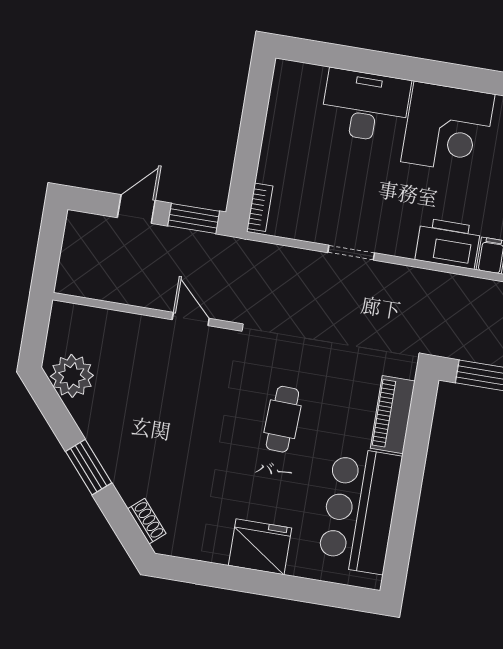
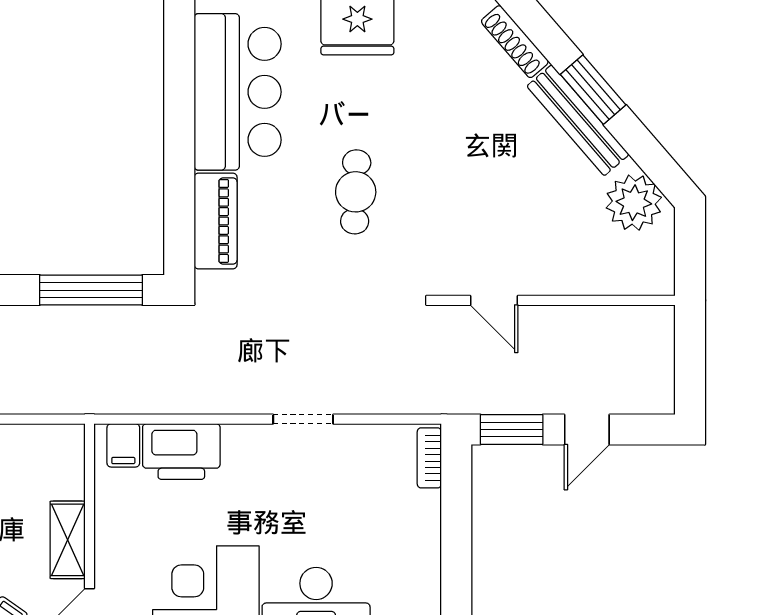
bench: (104, 446) -> (578, 120), added
shoe rack: (147, 521) -> (515, 42), width x1.43

